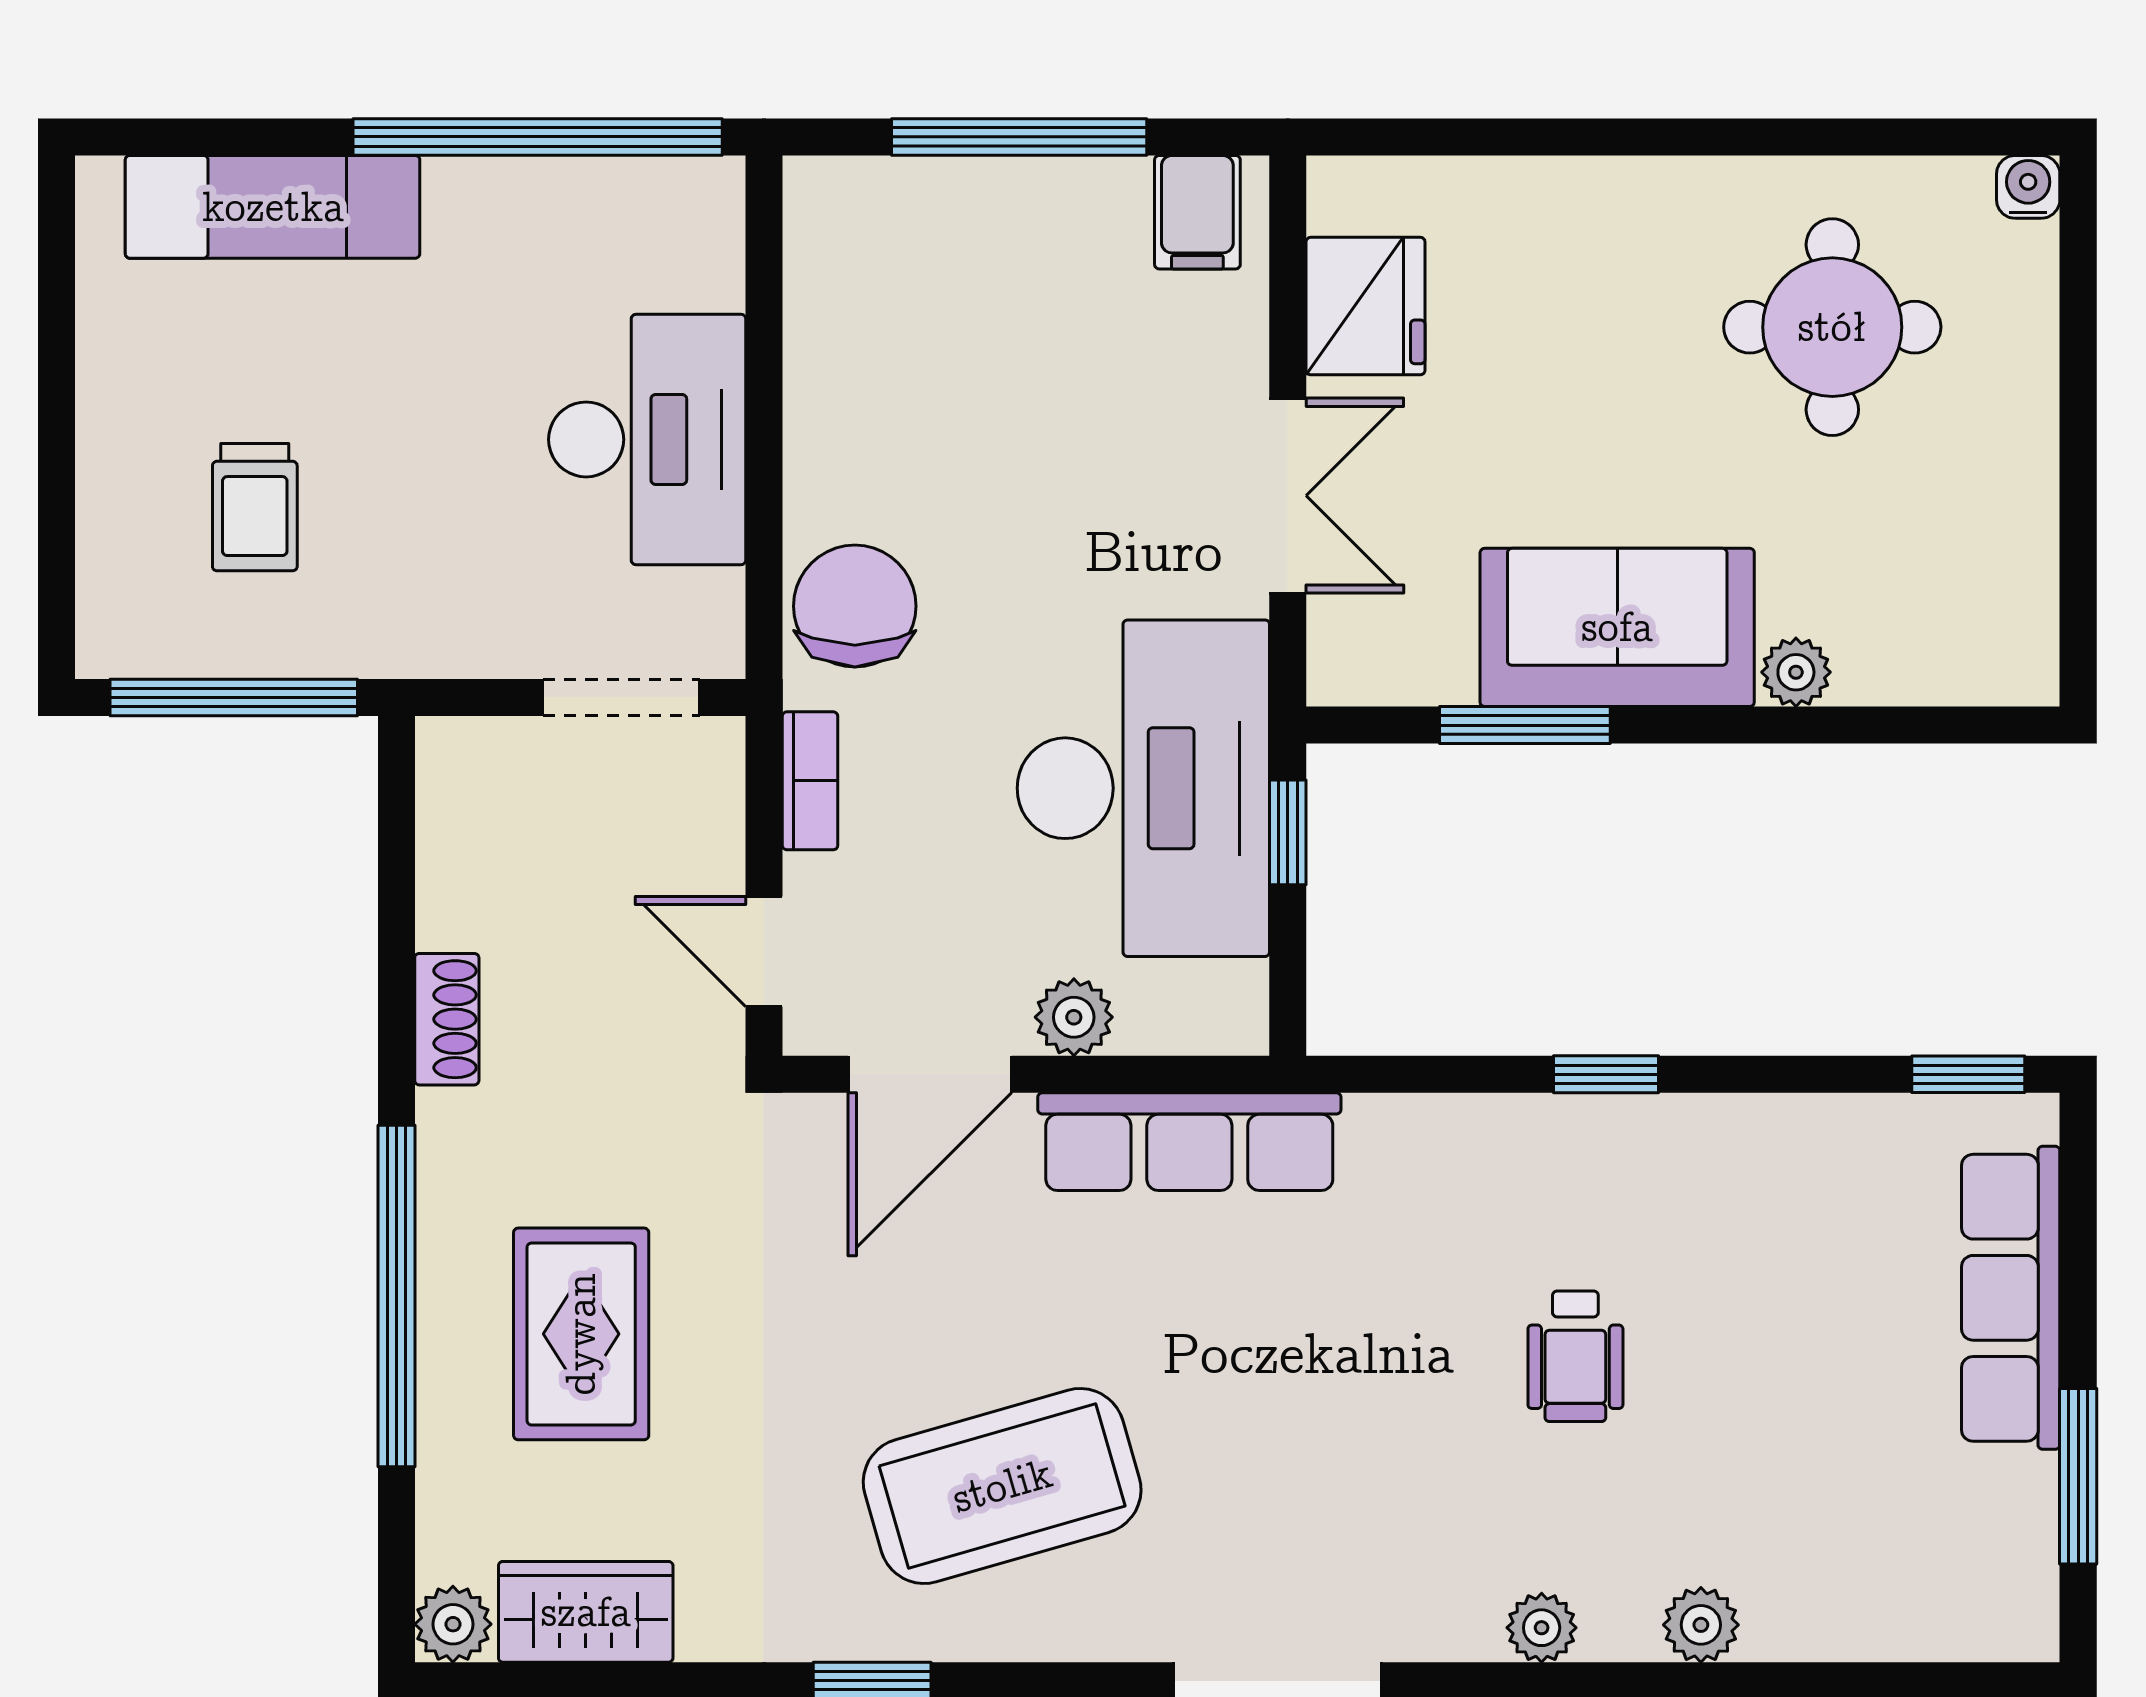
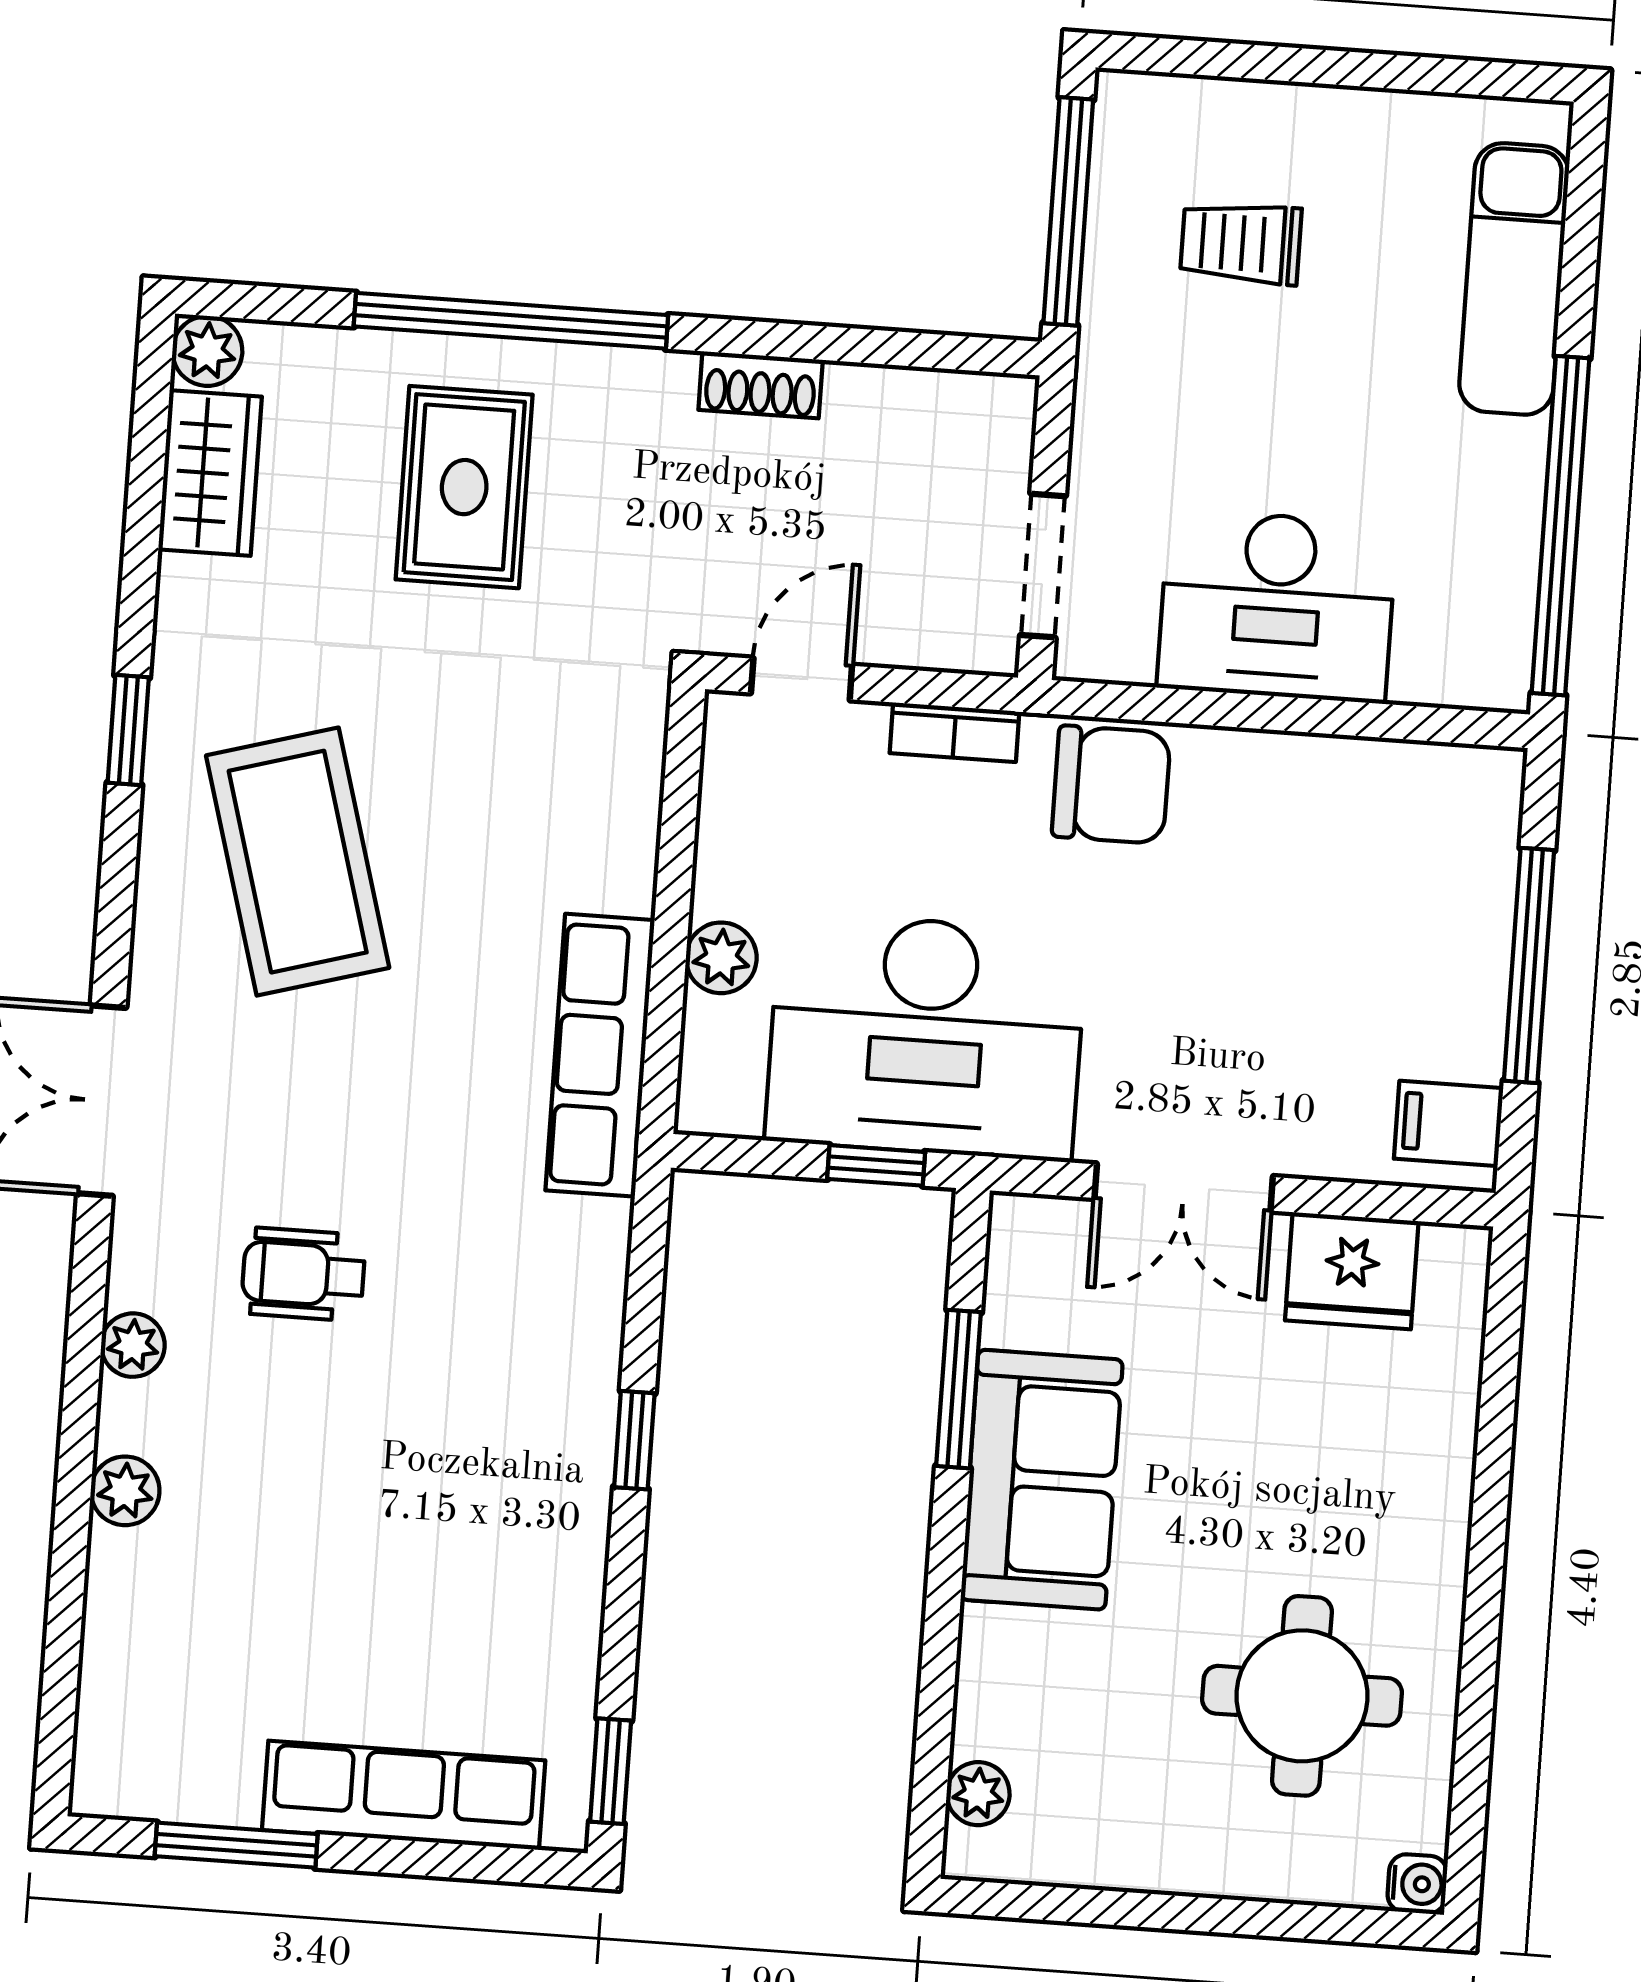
plant: (1796, 672) -> (978, 1794), moved
door: (930, 1074) -> (679, 823), removed
rug: (581, 1334) -> (464, 487), turned 90
wheelchair: (1575, 1356) -> (303, 1274), moved

